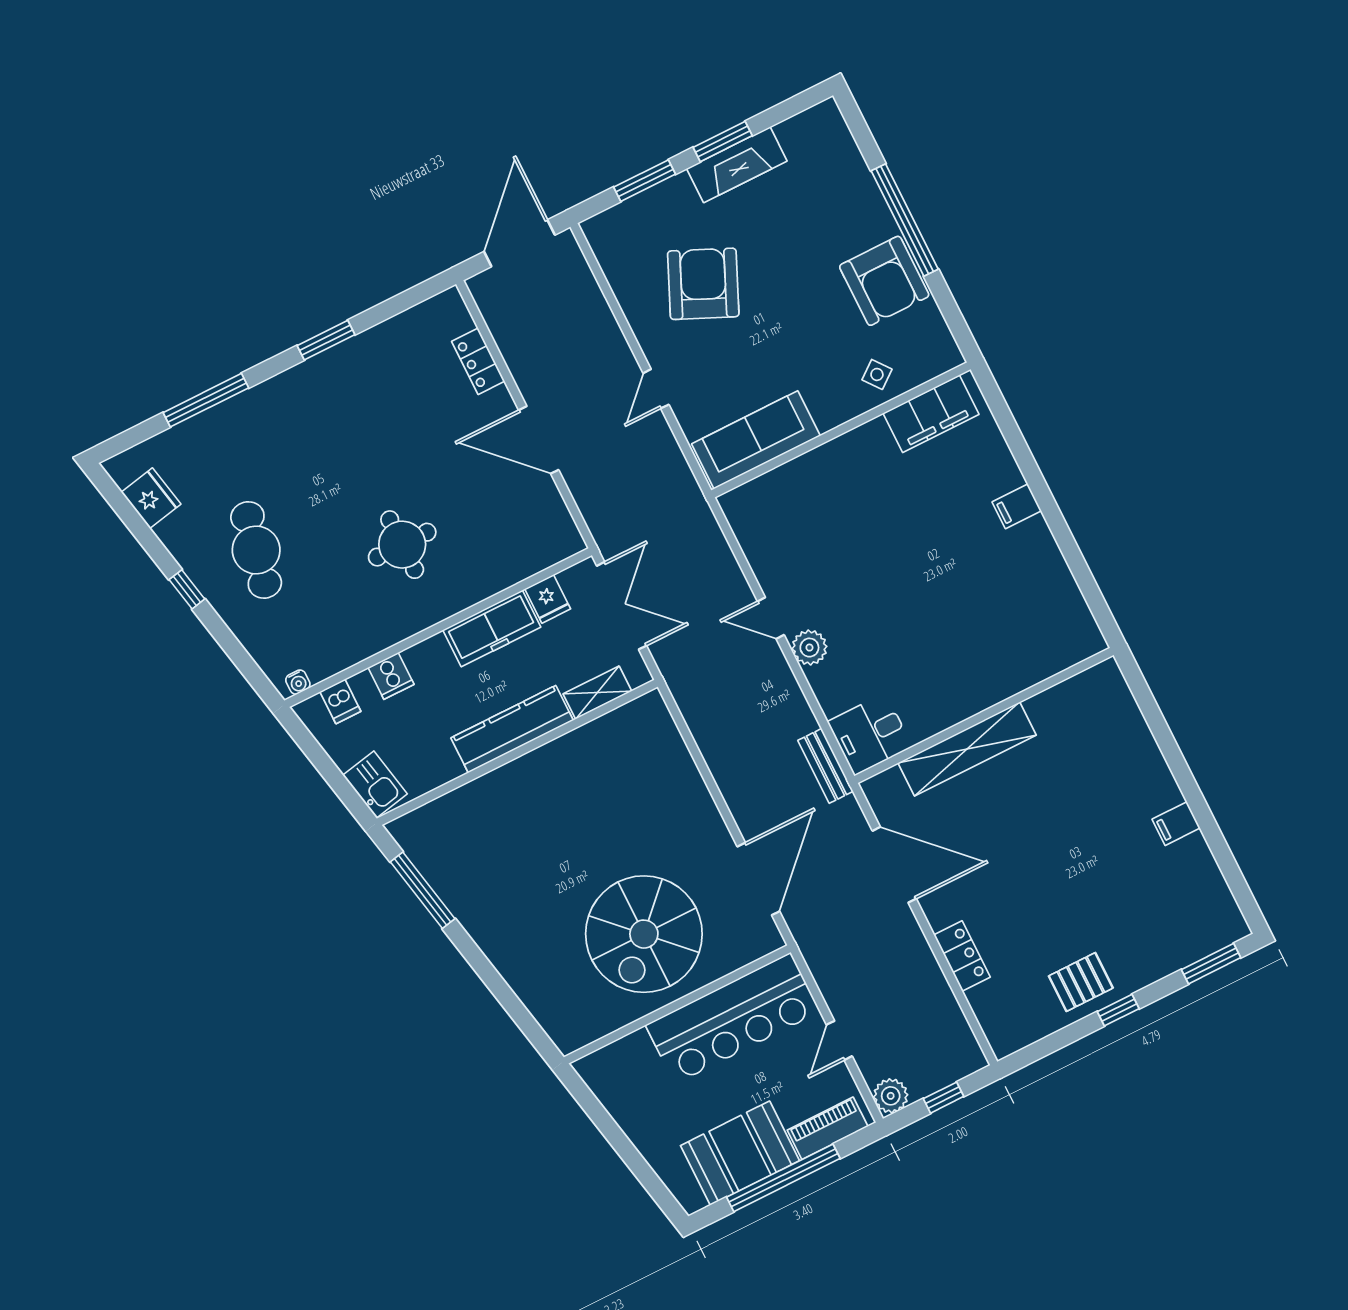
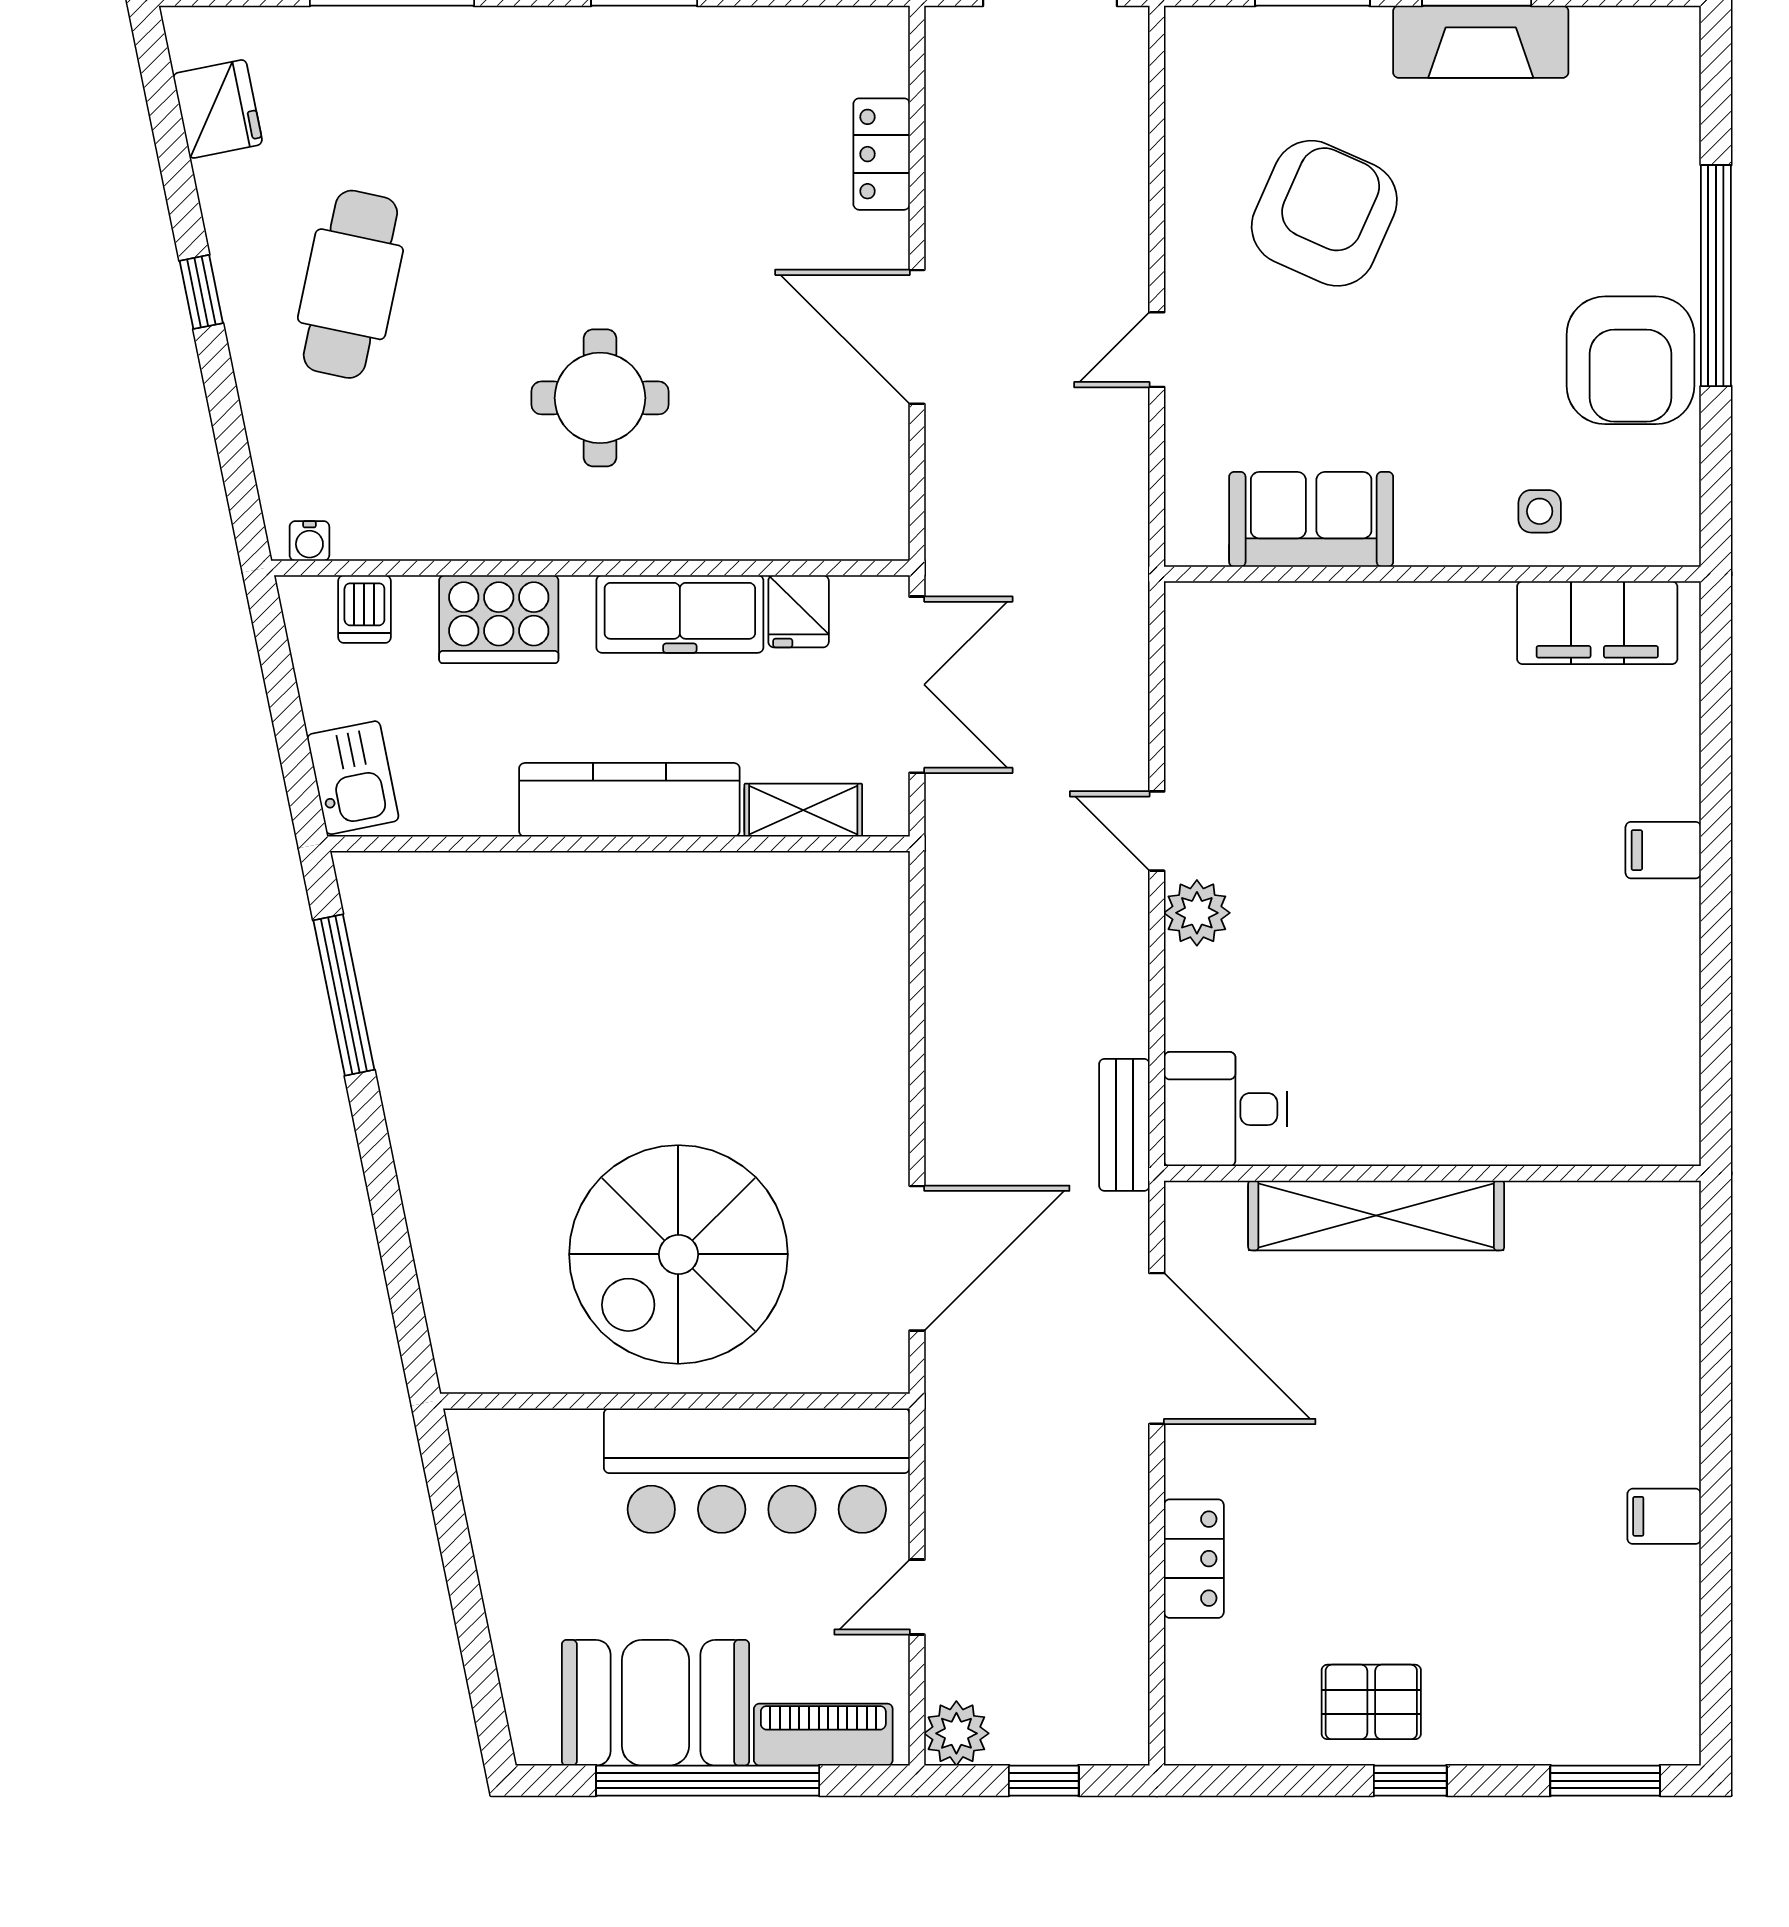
side table: (877, 374) -> (1540, 511), turned 38
sofa: (756, 440) -> (1311, 519), width x0.73
cooker: (391, 676) -> (499, 619), width x1.87, depth x1.31

